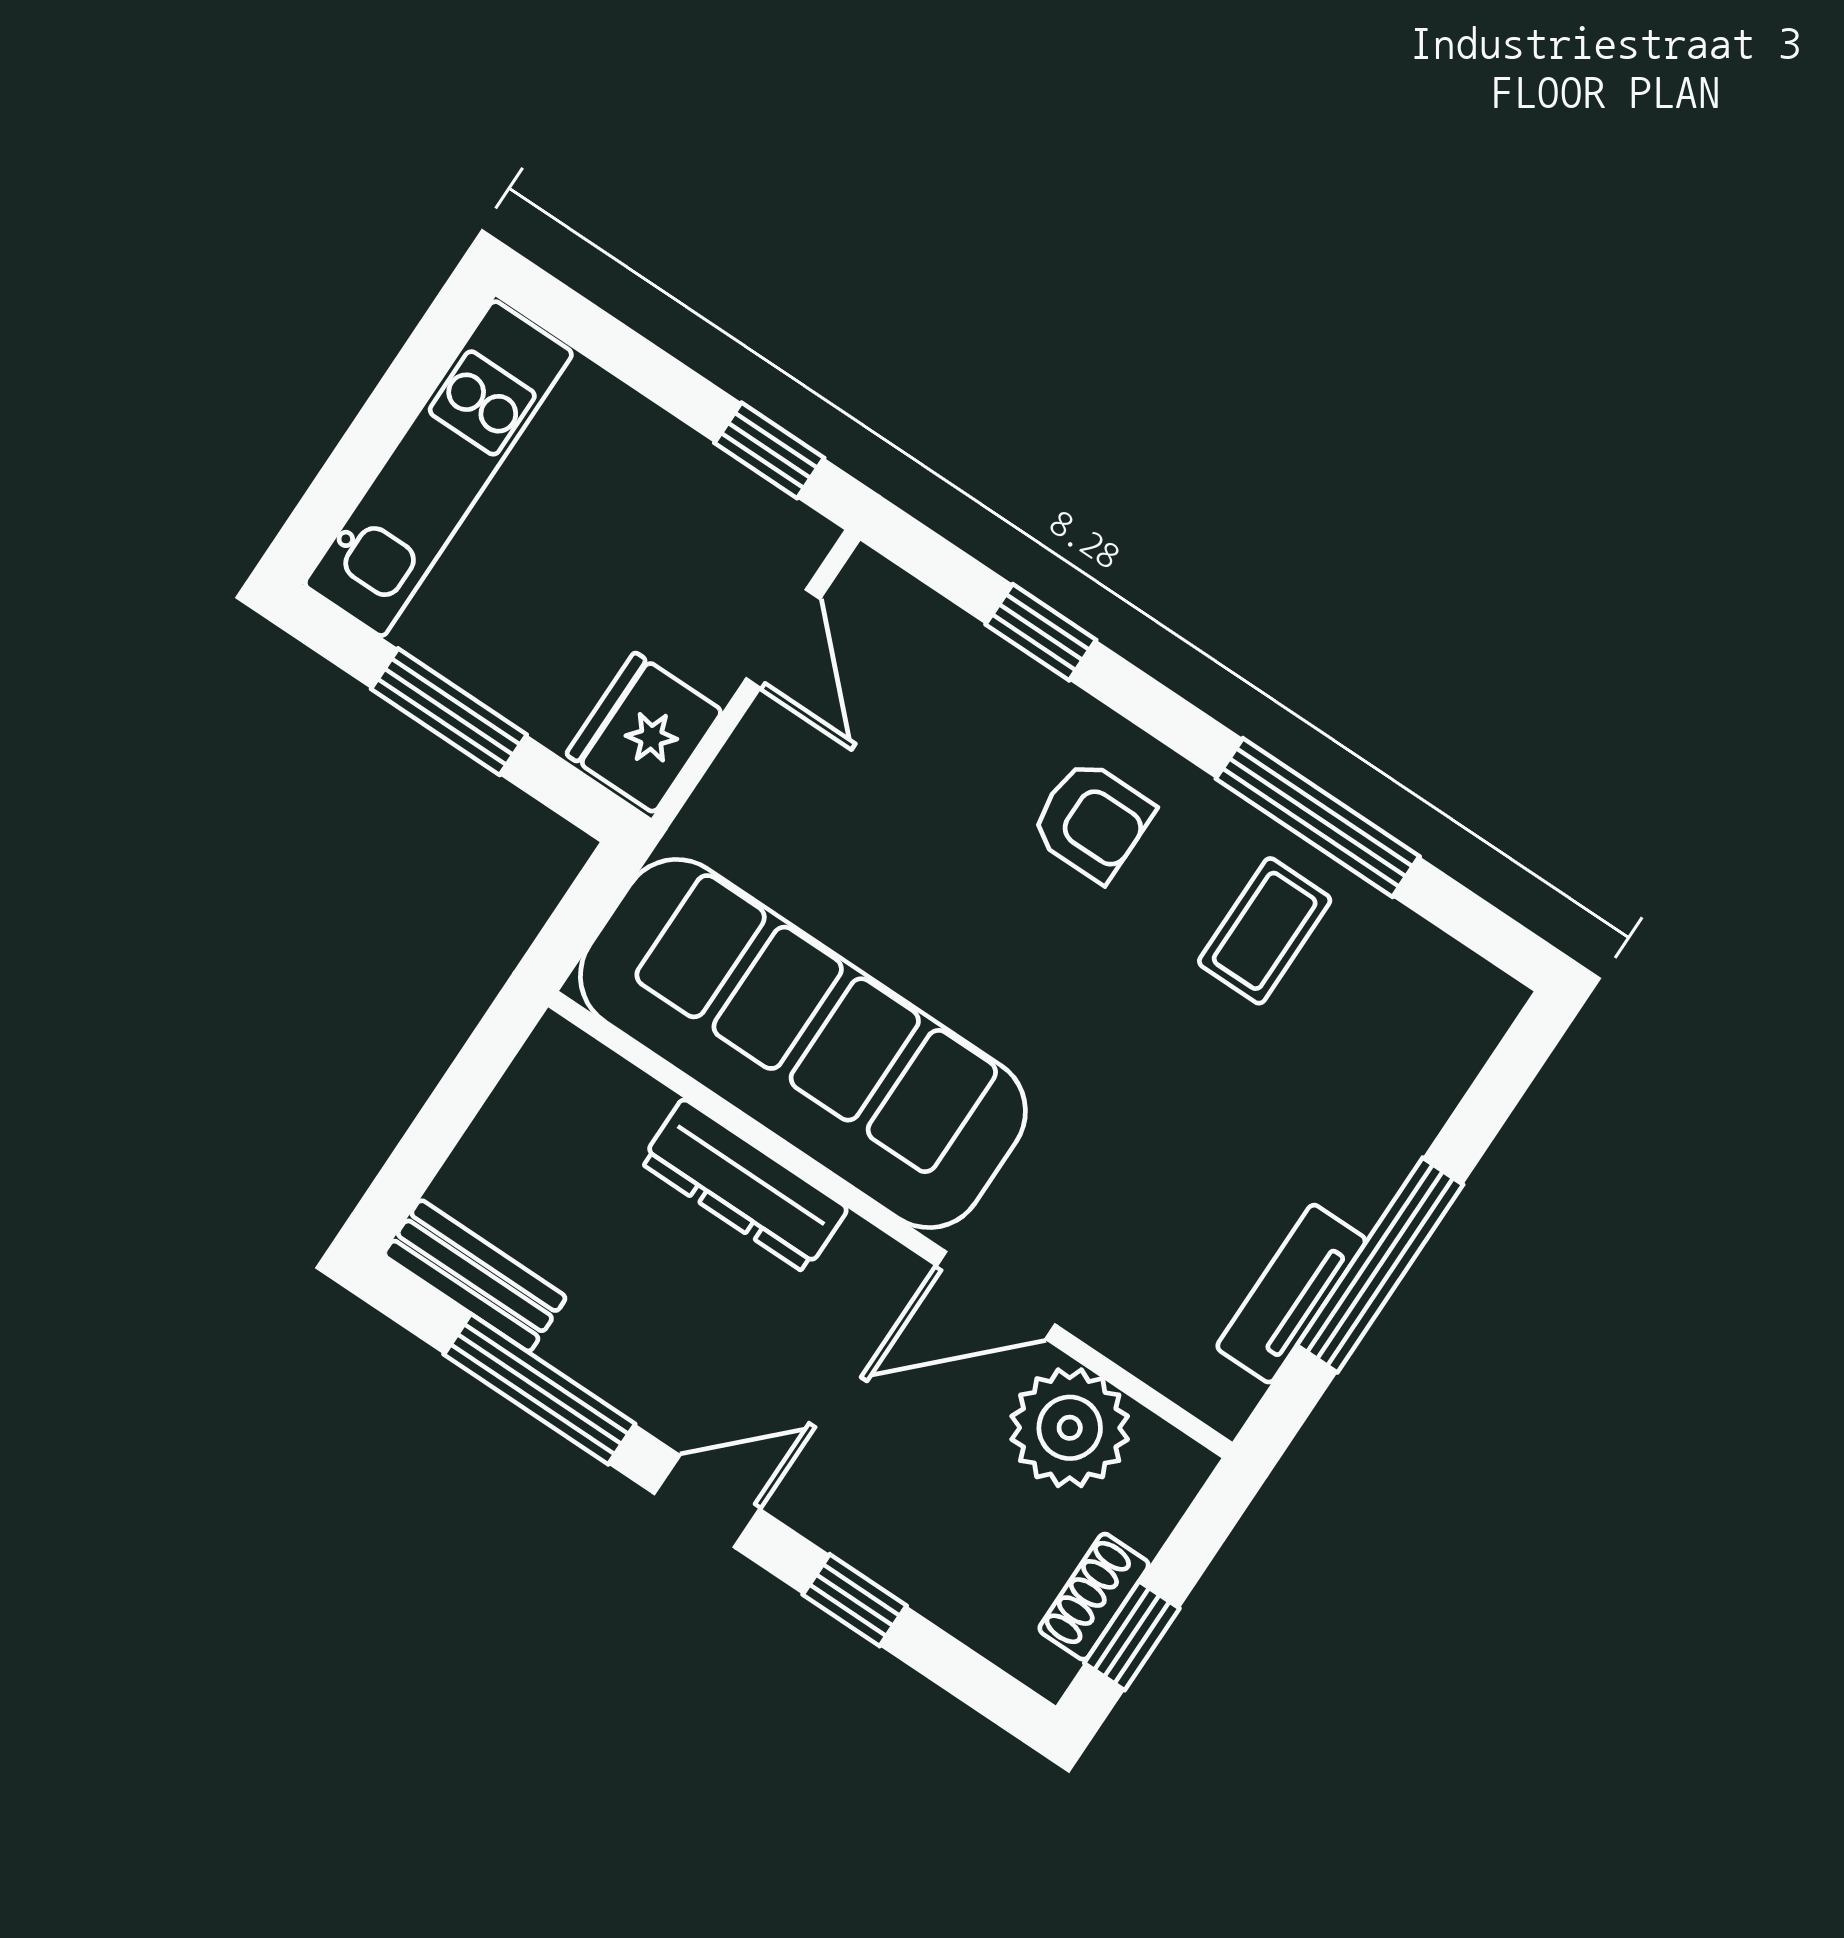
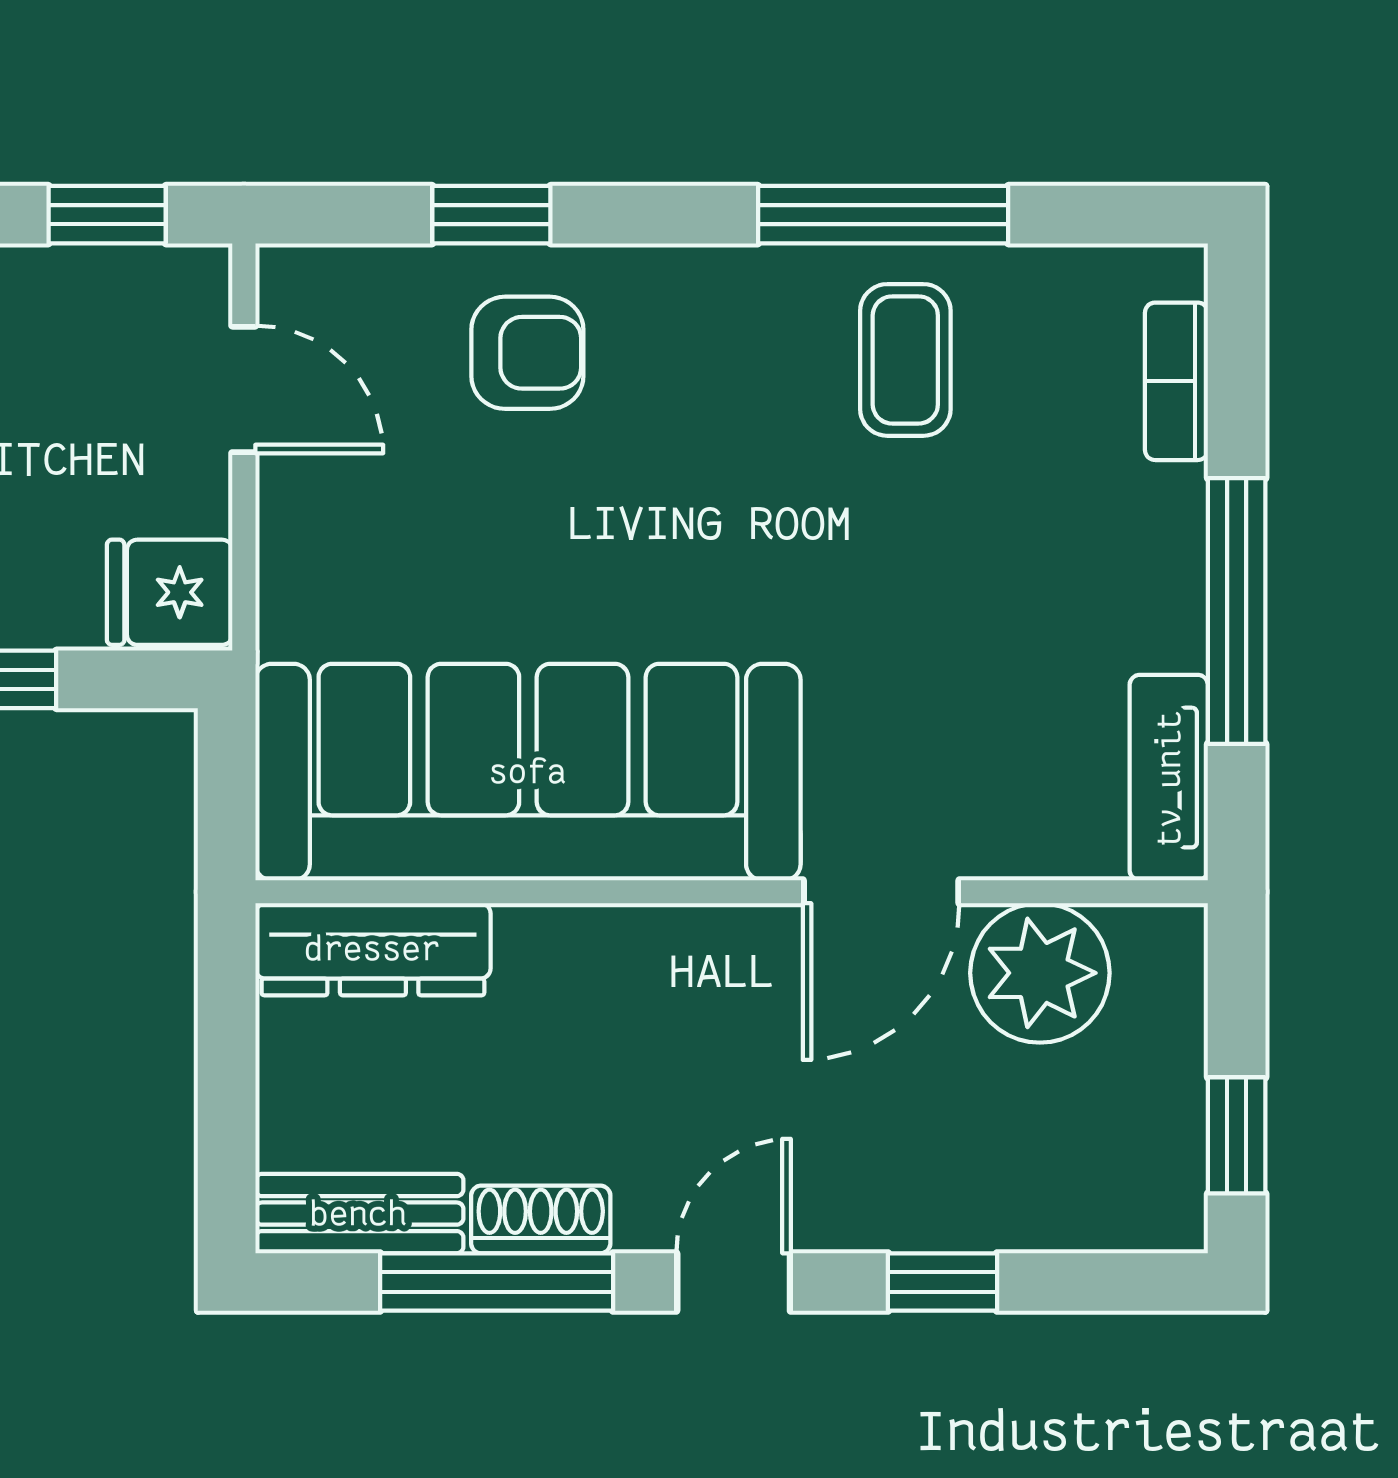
fridge: (644, 733) -> (170, 592), width x0.72
armchair: (1092, 820) -> (527, 353), moved
bookcase: (1446, 1074) -> (1176, 381), added
dresser: (744, 1185) -> (373, 949), moved
tv unit: (1291, 1294) -> (1169, 778), moved
shoe rack: (1094, 1597) -> (541, 1219), moved, turned 90

